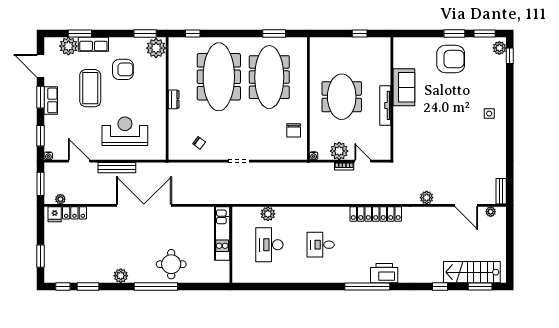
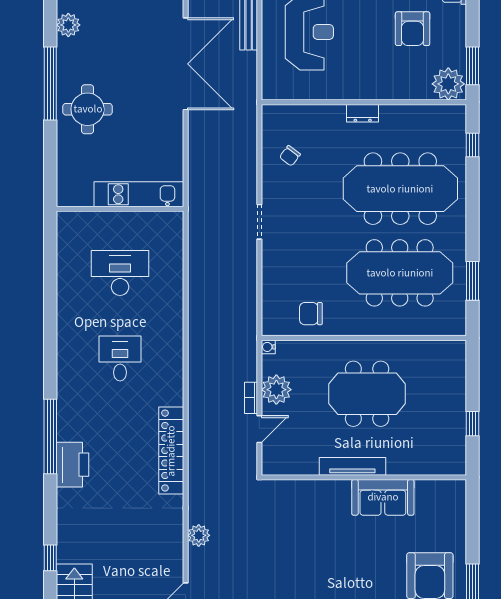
plant: (268, 214) -> (172, 271), removed

